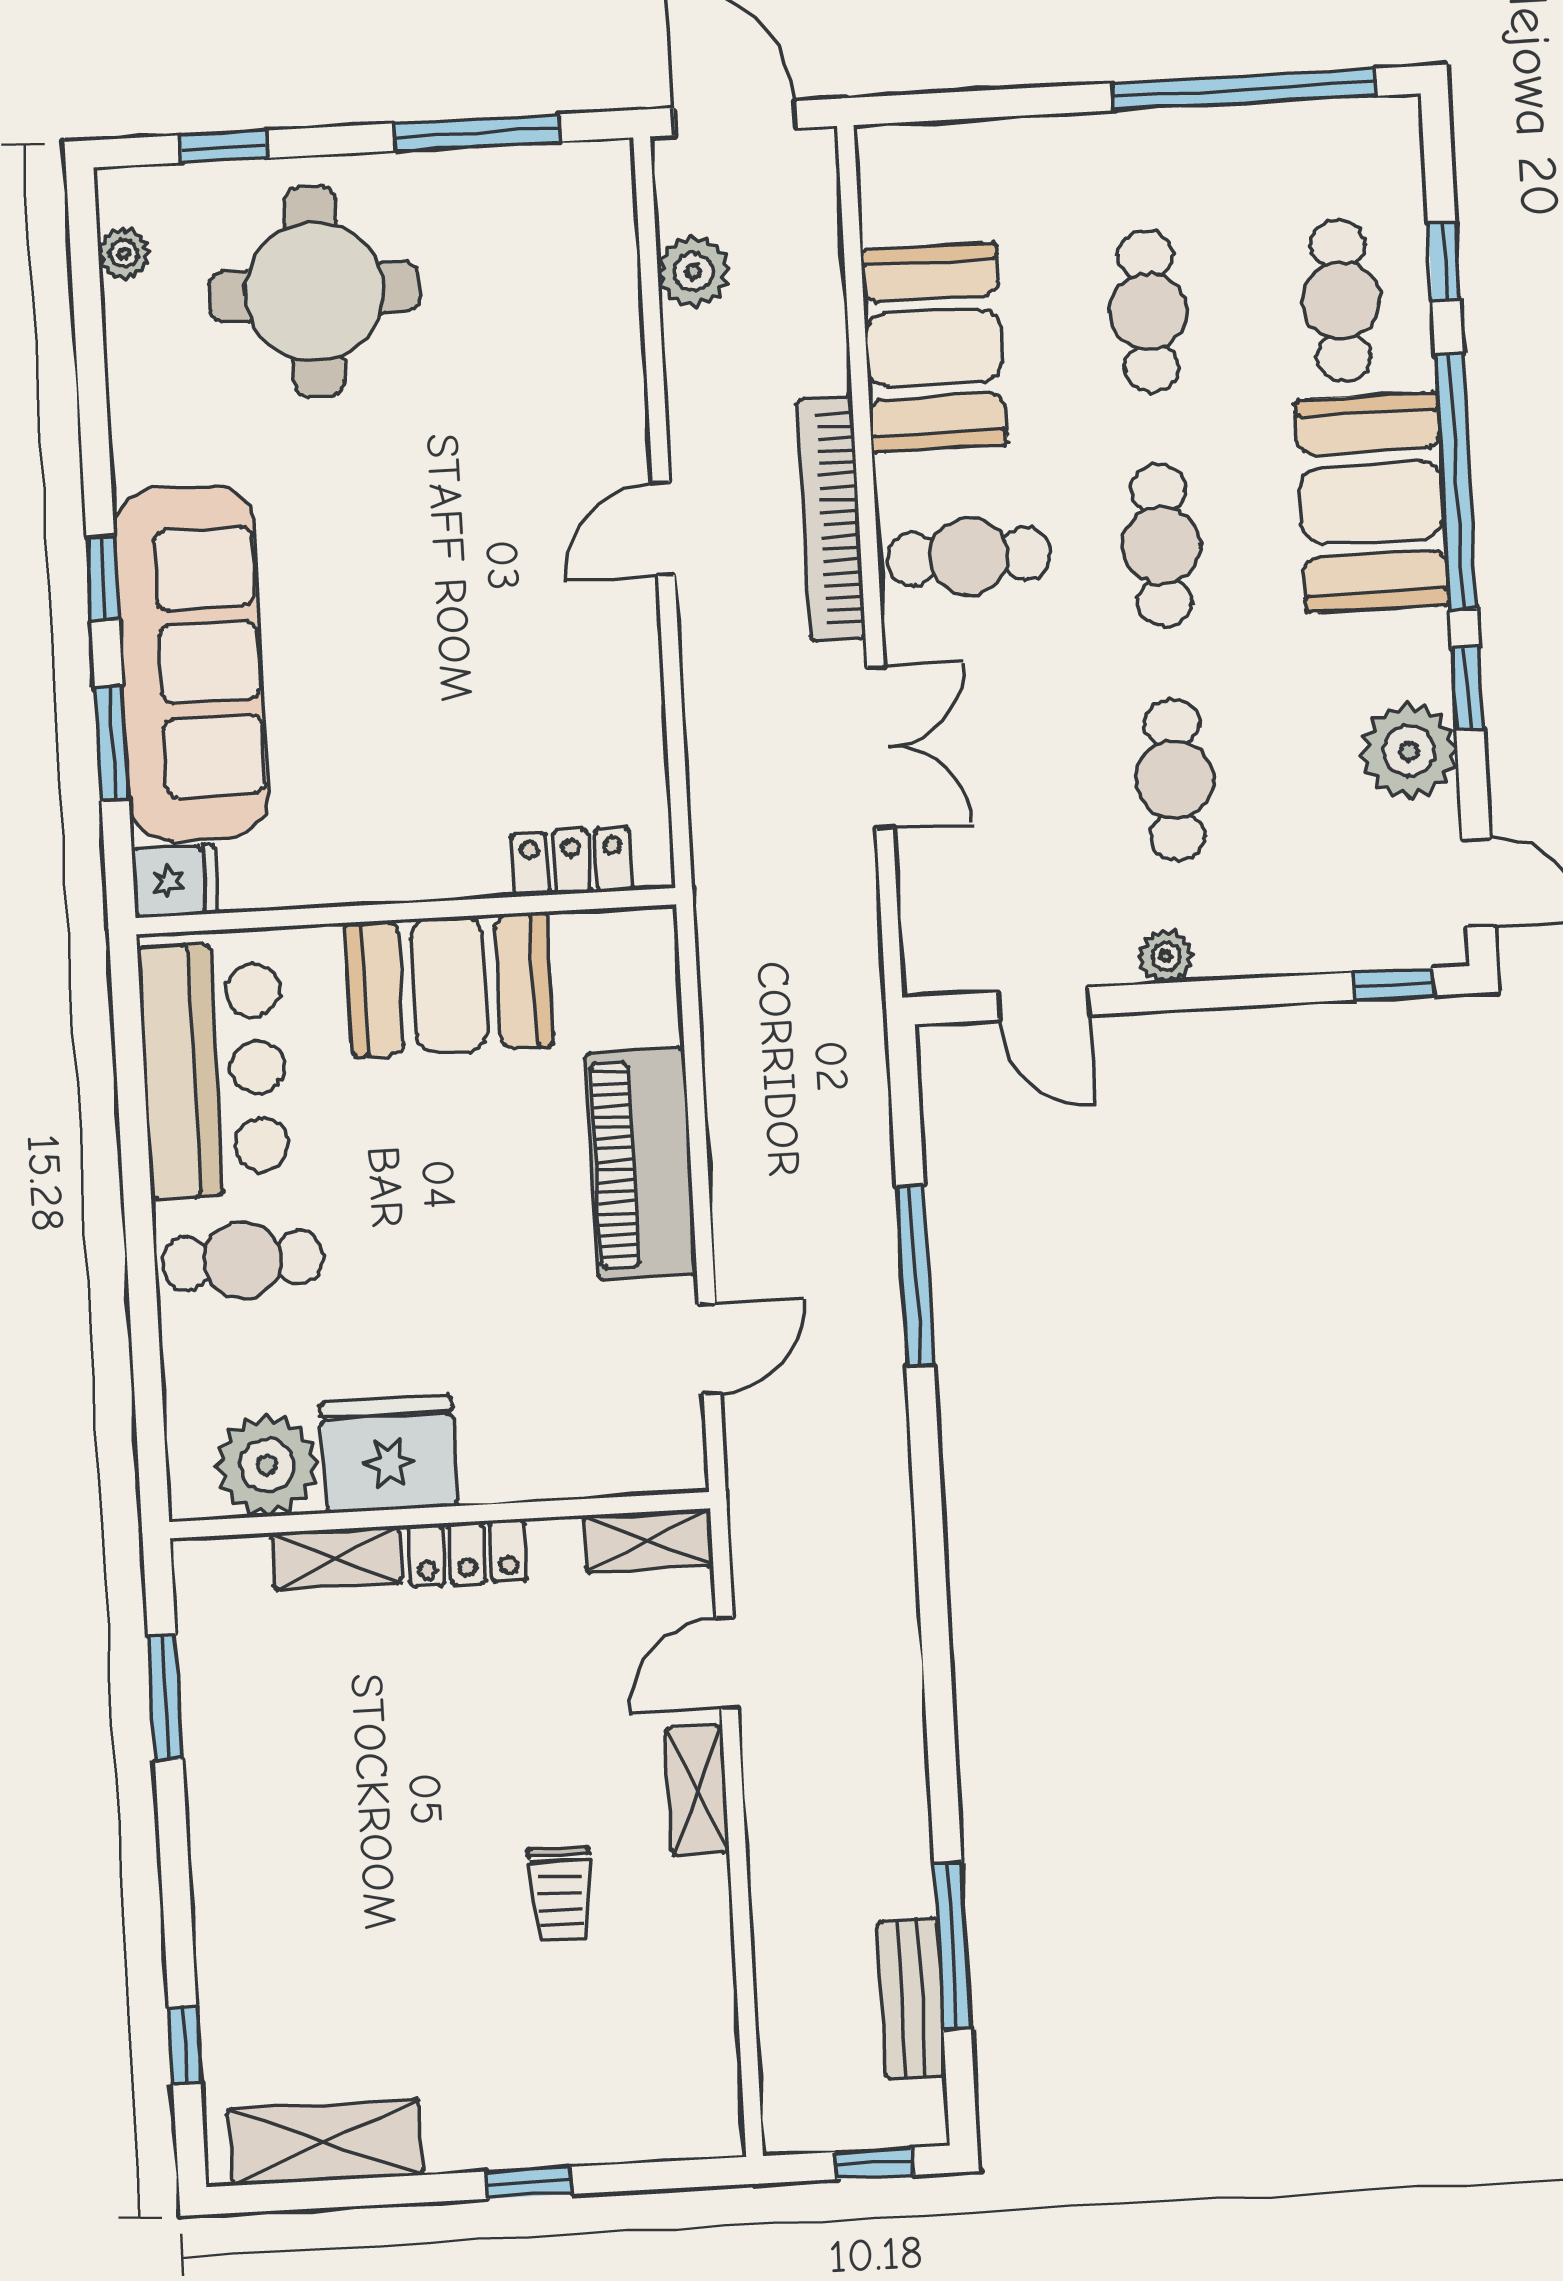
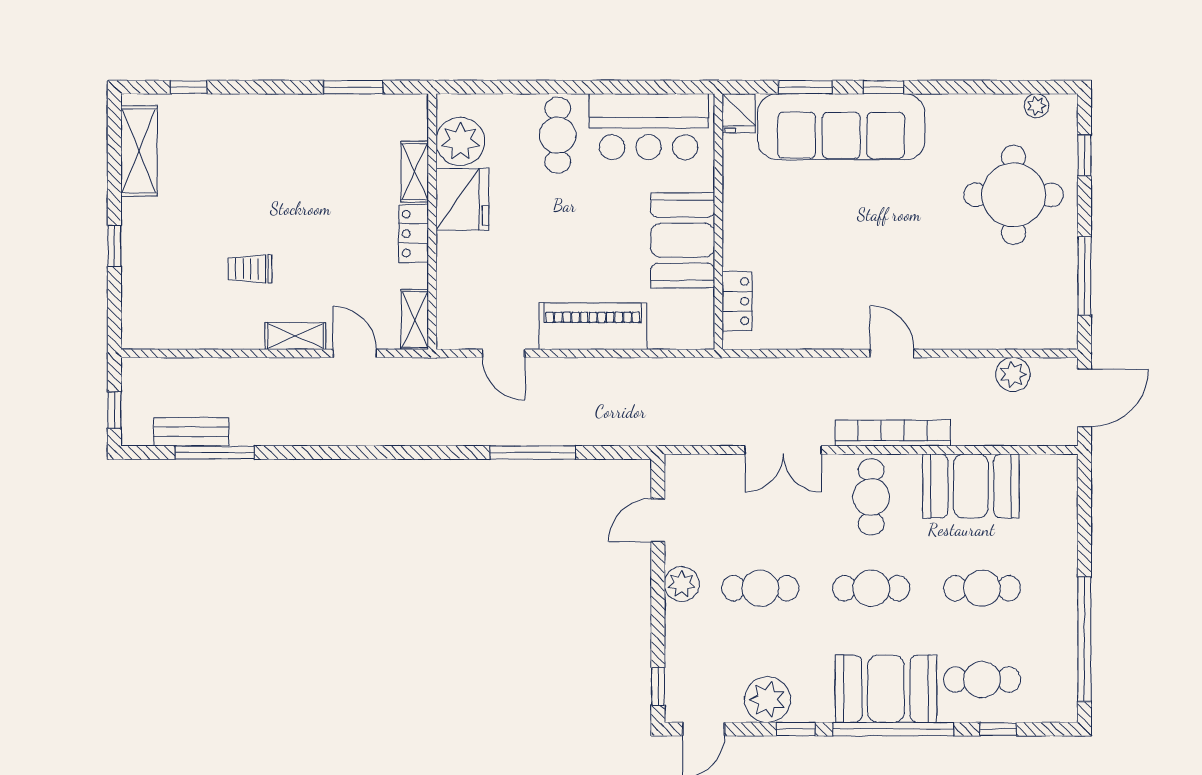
plant: (1165, 956) -> (682, 584), width x1.38, depth x1.38

